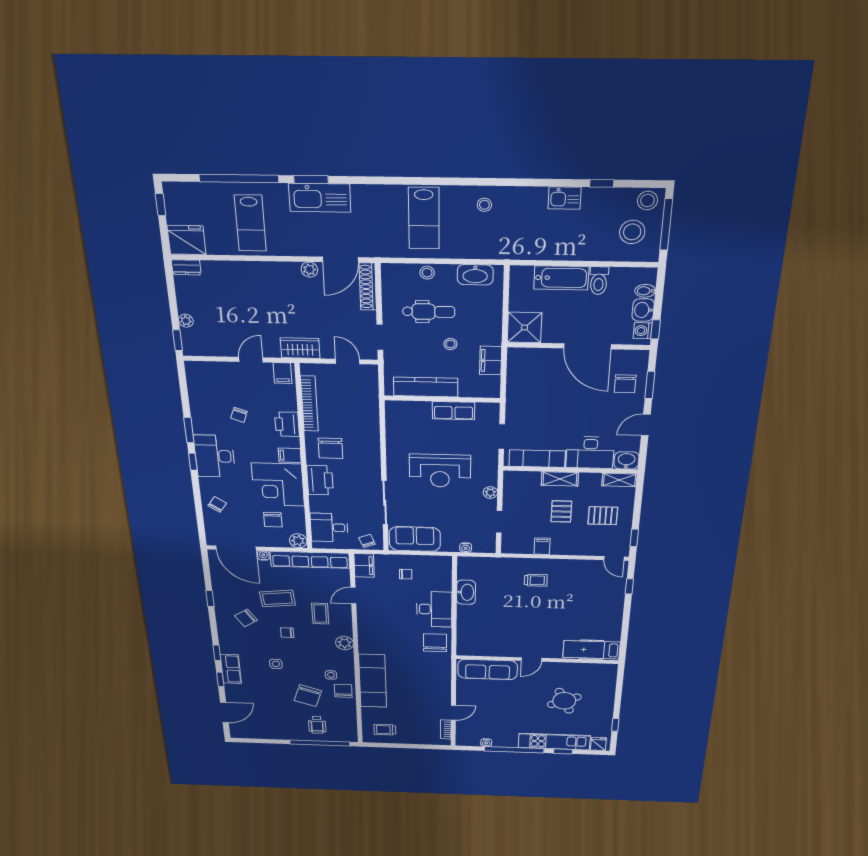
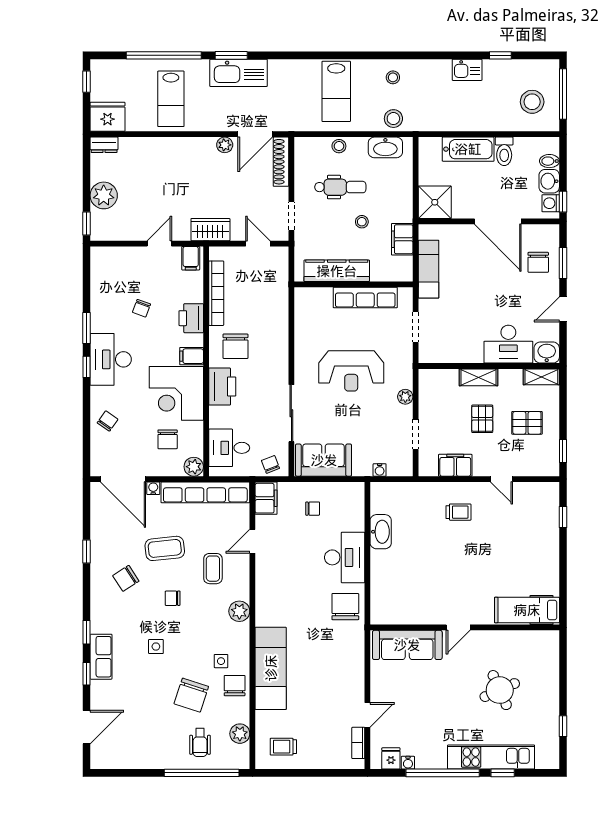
stool: (647, 200) -> (393, 119), moved
plant: (186, 321) -> (104, 195), width x1.87, depth x1.87
row of seats: (453, 411) -> (365, 298), width x1.48
exam couch: (537, 459) -> (429, 269), moved, turned 90
filing cabinet: (542, 546) -> (455, 465), width x2.00
door: (614, 558) -> (501, 479), moved
plant: (349, 721) -> (240, 734), added
fridge: (598, 744) -> (391, 758), moved

